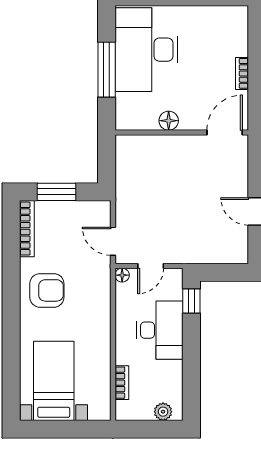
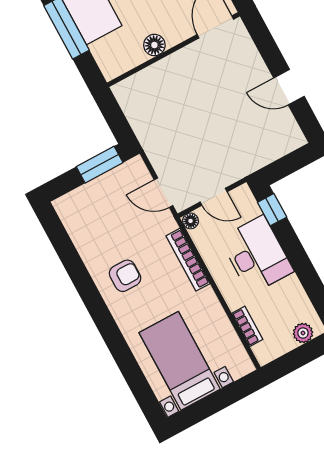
window: (57, 192) -> (100, 165), moved
bookcase: (27, 229) -> (188, 260), moved, turned 180
door: (151, 266) -> (214, 197), hinge flipped
armchair: (47, 290) -> (125, 276), width x0.72, depth x0.72

